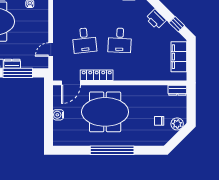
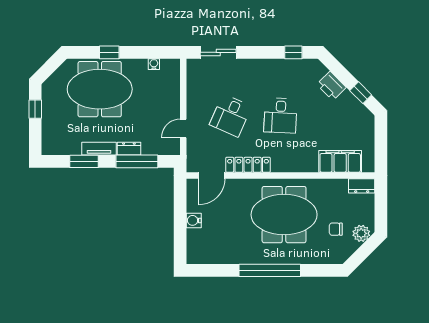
desk: (84, 40) -> (231, 115), turned 30
filing cabinet: (179, 57) -> (340, 161), moved, turned 90
meeting table: (105, 112) -> (284, 215), moved

